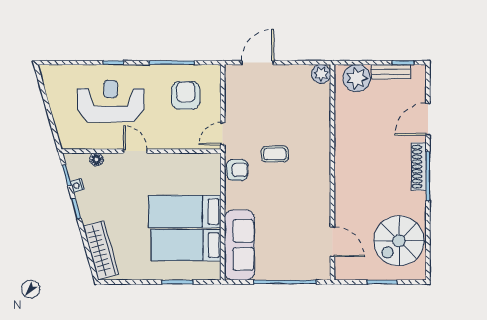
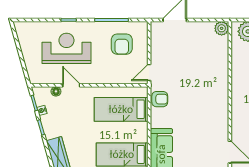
armchair: (186, 95) -> (122, 44), turned 180
door: (135, 151) -> (71, 85), moved
coffee table: (275, 154) -> (188, 87), removed
bed: (185, 212) -> (121, 109), moved

